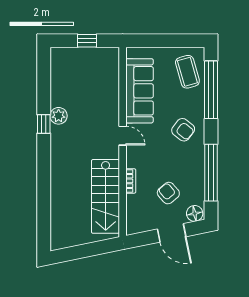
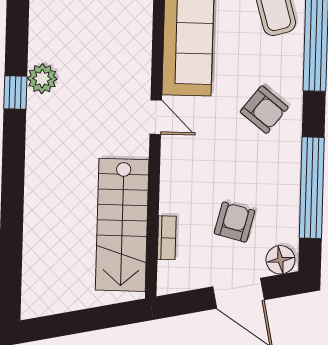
bookcase: (131, 181) -> (167, 238), moved
armchair: (168, 193) -> (235, 222), turned 55

